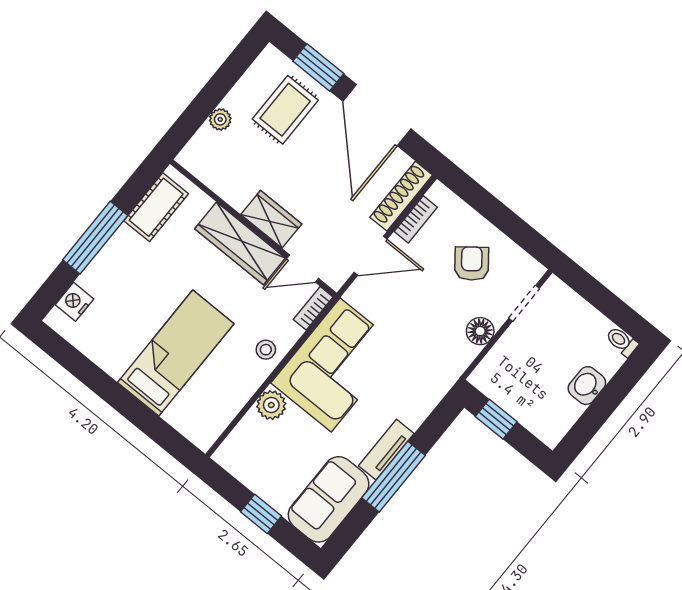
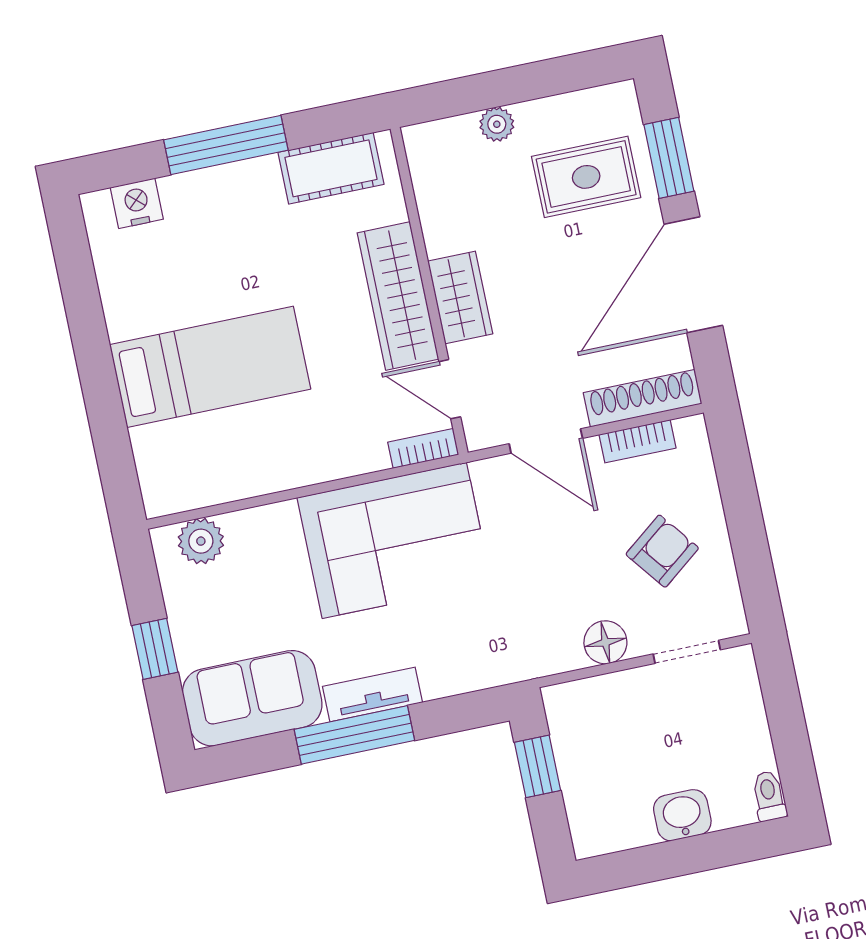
stool: (266, 350) -> (324, 452), removed
plant: (271, 405) -> (201, 541), moved

